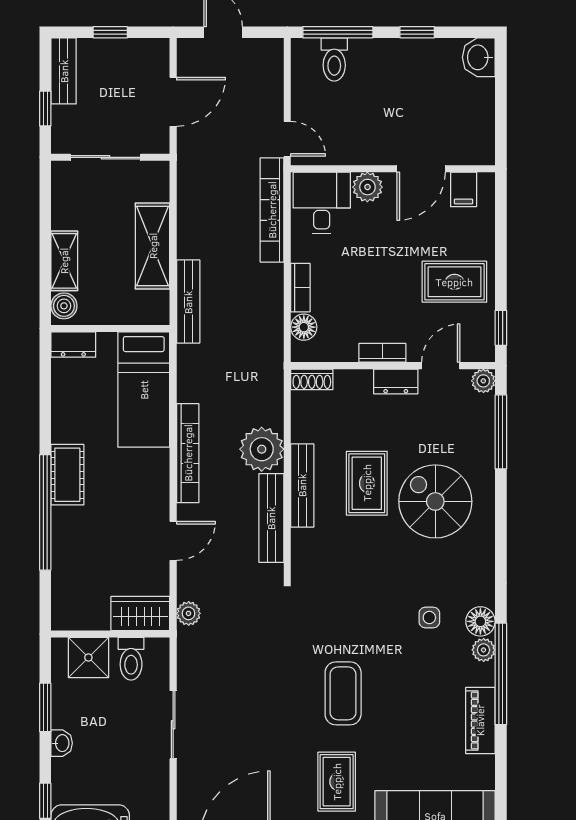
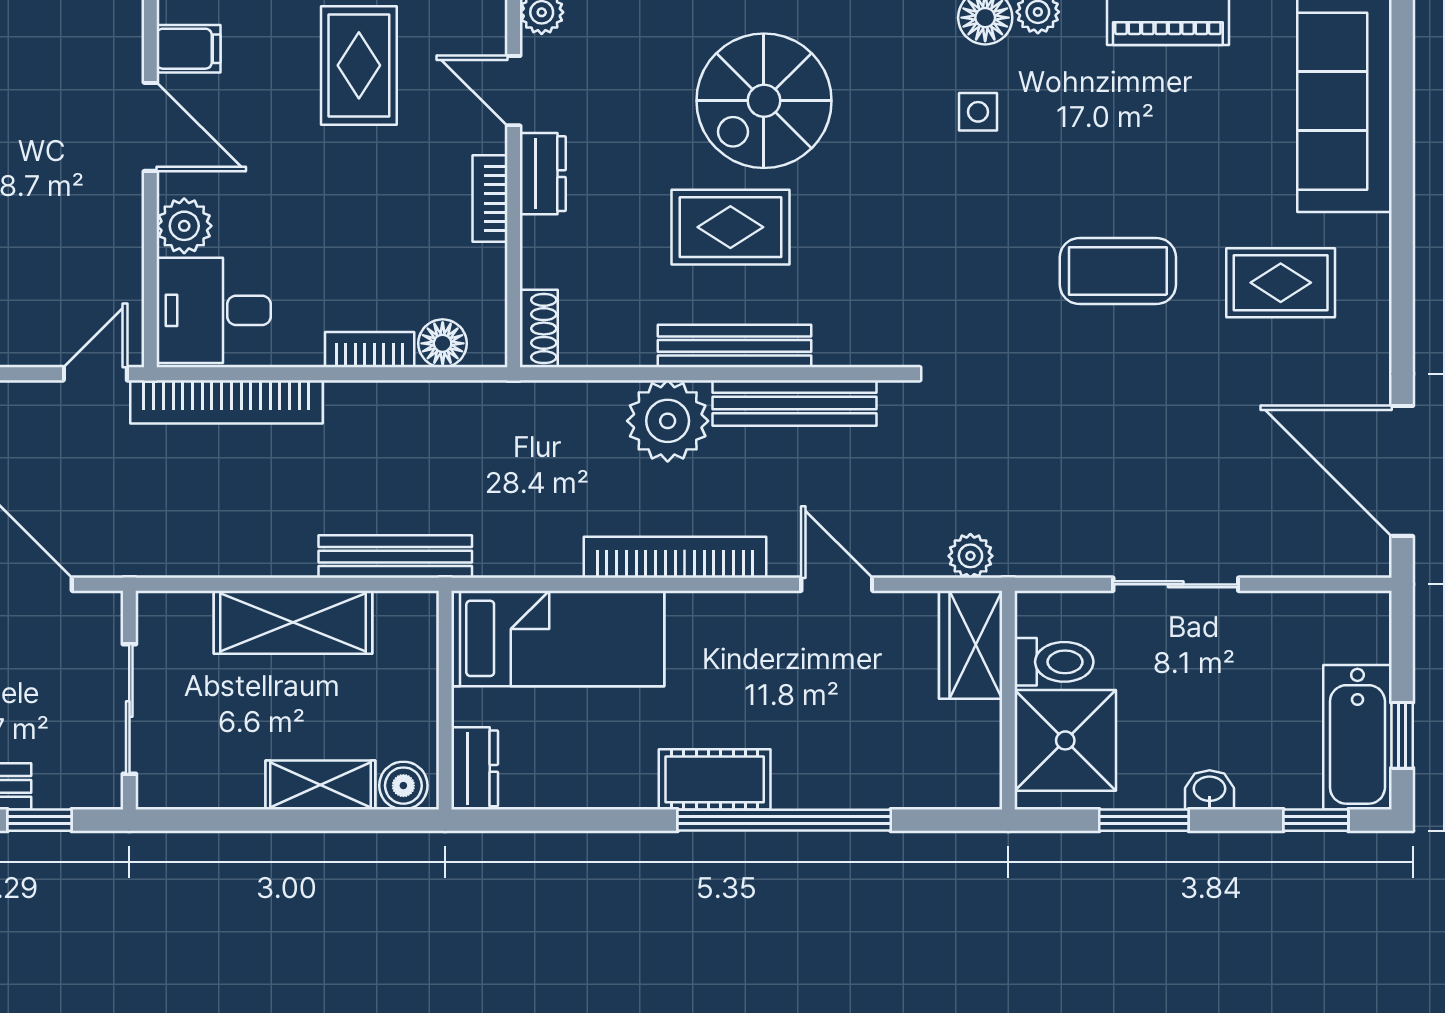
shower: (88, 658) -> (1065, 740), width x1.36, depth x1.36

